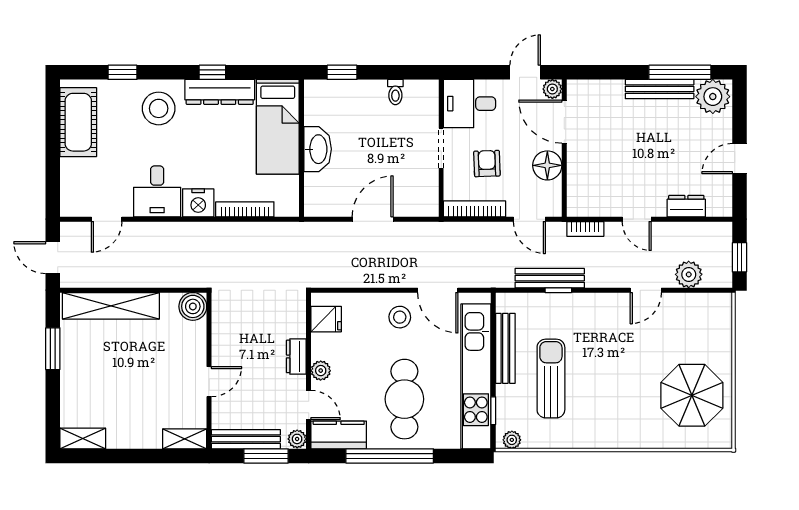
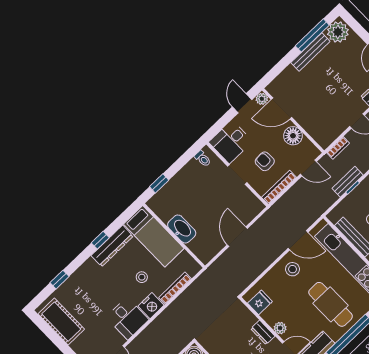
toilet: (395, 92) -> (203, 159), moved
stool: (159, 108) -> (142, 277), moved, width x0.53, depth x0.53
bench: (550, 278) -> (348, 182), width x0.73

